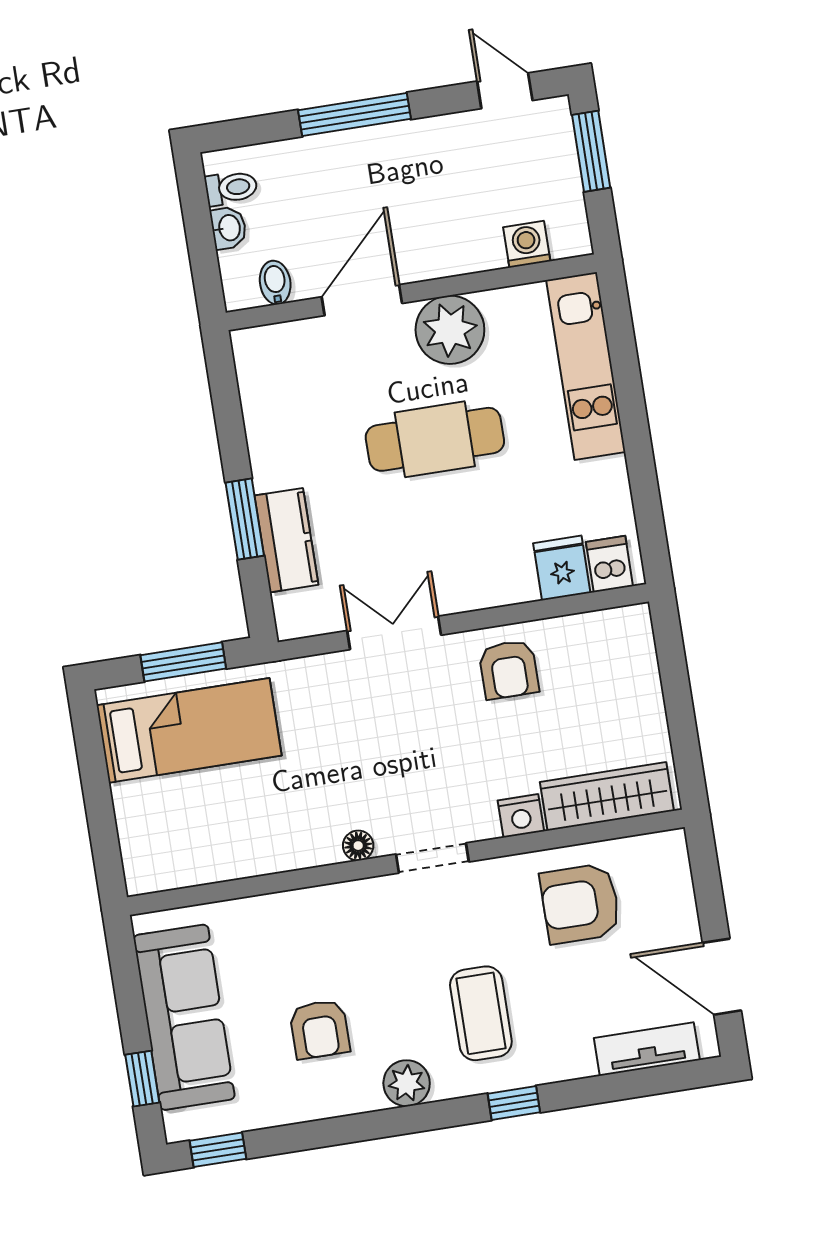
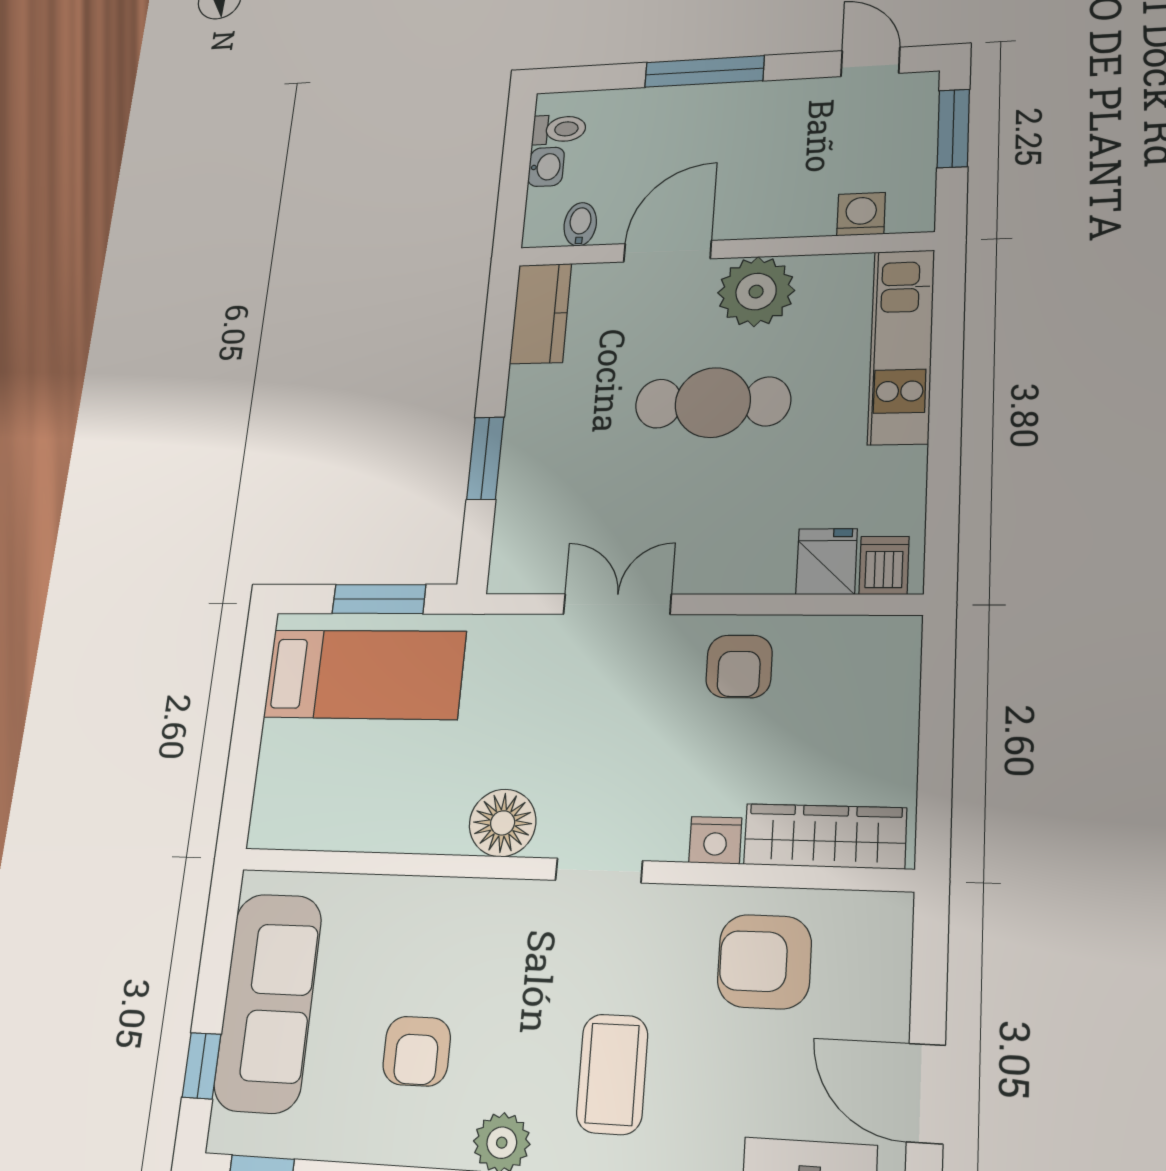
kitchen counter: (286, 540) -> (541, 314), moved
floor lamp: (358, 846) -> (503, 823), width x1.89, depth x1.89

